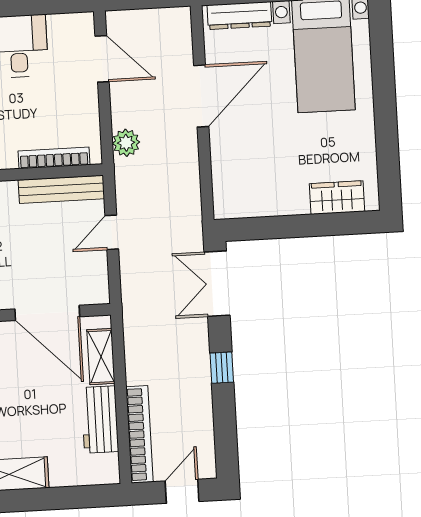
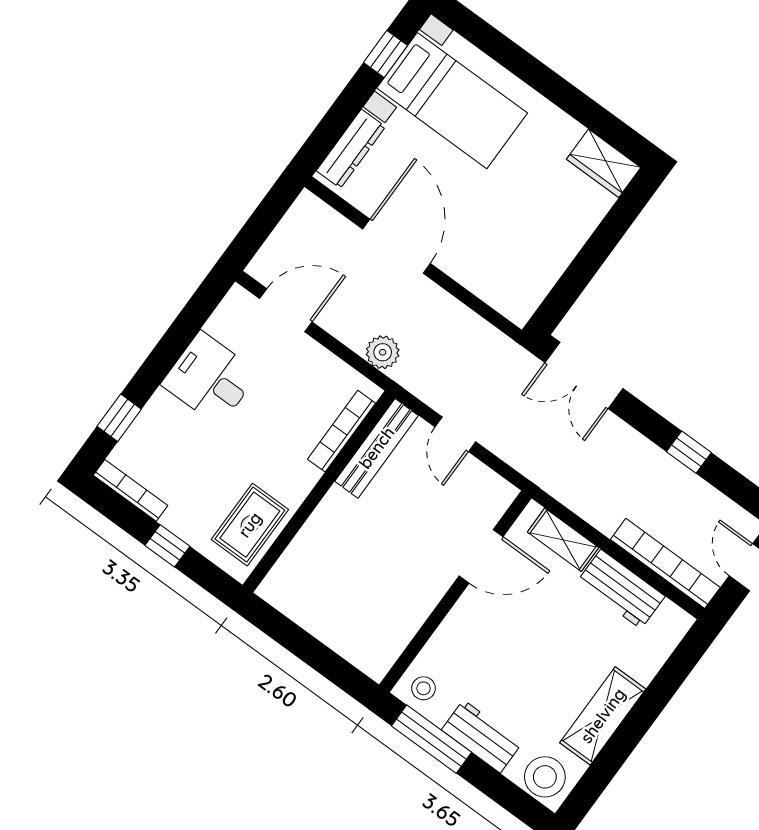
wardrobe: (337, 198) -> (604, 163), moved, turned -90
door: (47, 313) -> (481, 556), width x0.73
window: (222, 368) -> (689, 452), moved

